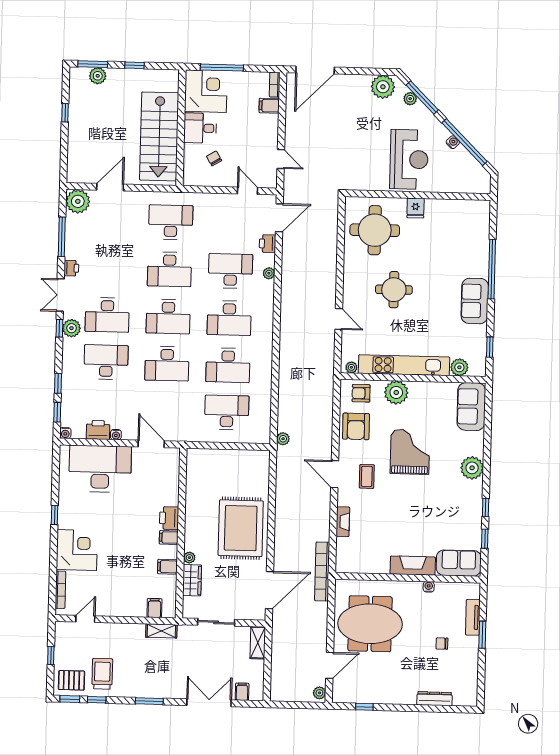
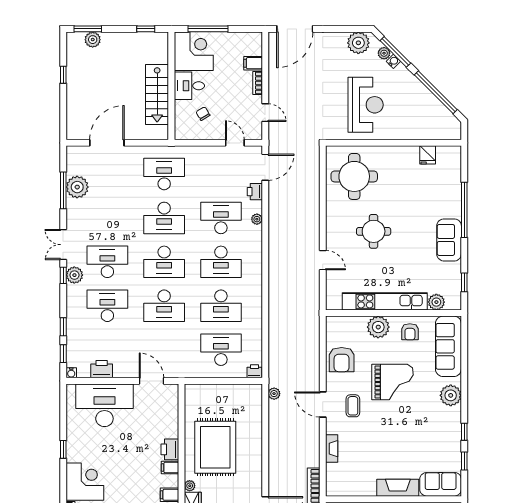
window: (134, 65) -> (146, 29), moved
bookcase: (275, 85) -> (258, 83), moved
stairs: (159, 136) -> (157, 94), width x0.73, depth x0.66
water cooler: (453, 142) -> (393, 61), moved
reception desk: (409, 159) -> (366, 105), moved
door: (110, 187) -> (107, 143), width x1.36
plant: (78, 201) -> (77, 187), moved
fridge: (416, 208) -> (428, 155), moved
printer: (71, 268) -> (254, 371), moved, turned -90
desk: (107, 315) -> (107, 262), turned 180
plant: (351, 367) -> (336, 305), removed
armchair: (361, 393) -> (410, 332), moved, turned -90
sofa: (471, 407) -> (448, 346), width x1.36
water cooler: (116, 435) -> (118, 373), removed
plant: (283, 439) -> (274, 394), moved
grand piano: (410, 452) -> (392, 382), turned 90
rug: (241, 528) -> (215, 447), moved

